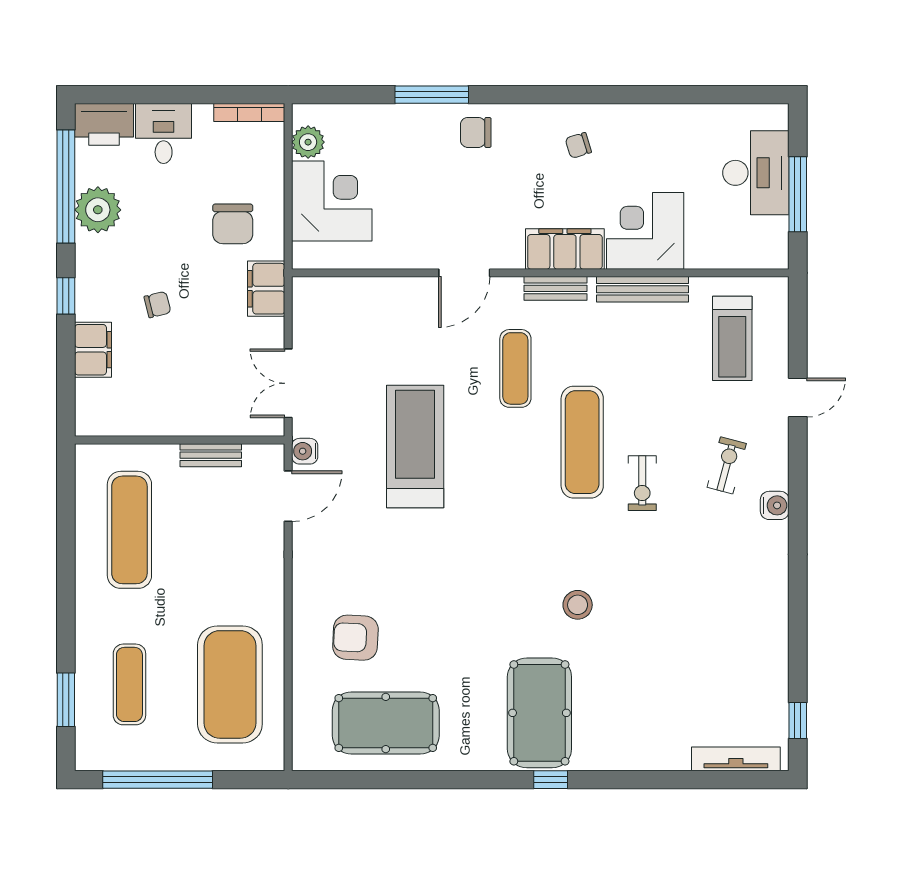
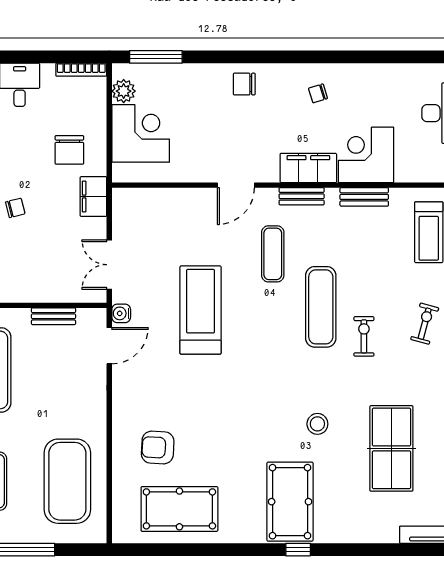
window: (432, 95) -> (156, 57), moved
bench: (643, 289) -> (364, 197), width x0.73
exercise bike: (642, 483) -> (364, 336), turned 180
table tennis table: (680, 639) -> (391, 448), added

